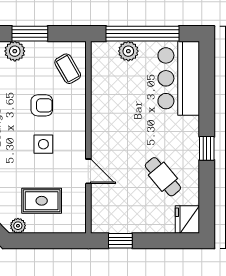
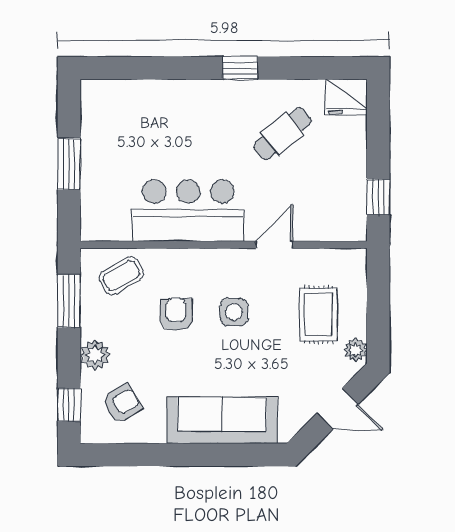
window: (30, 34) -> (69, 301), moved
window: (142, 34) -> (69, 164), width x0.47
plant: (128, 51) -> (95, 185), removed
bar counter: (179, 78) -> (188, 211), moved, turned 180

